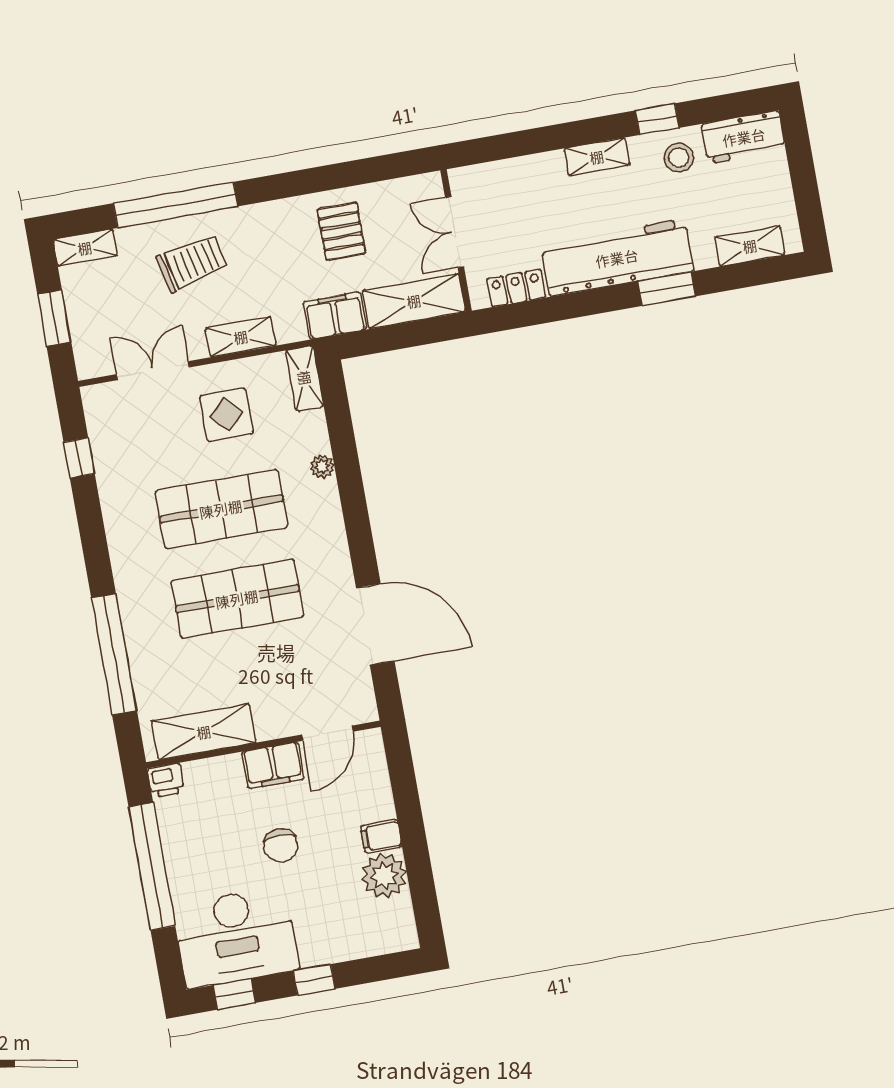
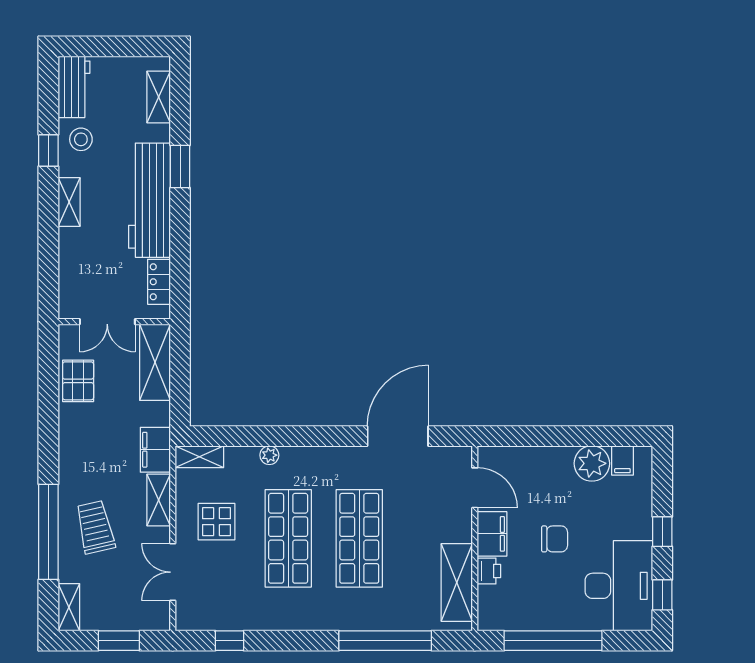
pallet: (341, 231) -> (78, 381), moved, turned 90
filing cabinet: (335, 316) -> (155, 450), moved
printer: (166, 780) -> (489, 571), moved
filing cabinet: (381, 836) -> (622, 460), moved

